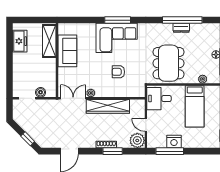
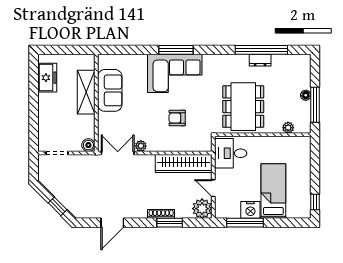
shelving: (49, 41) -> (86, 92), moved
boiler: (41, 92) -> (88, 145), moved
wardrobe: (108, 106) -> (184, 163), moved
bed: (195, 106) -> (273, 191), moved, turned 180

